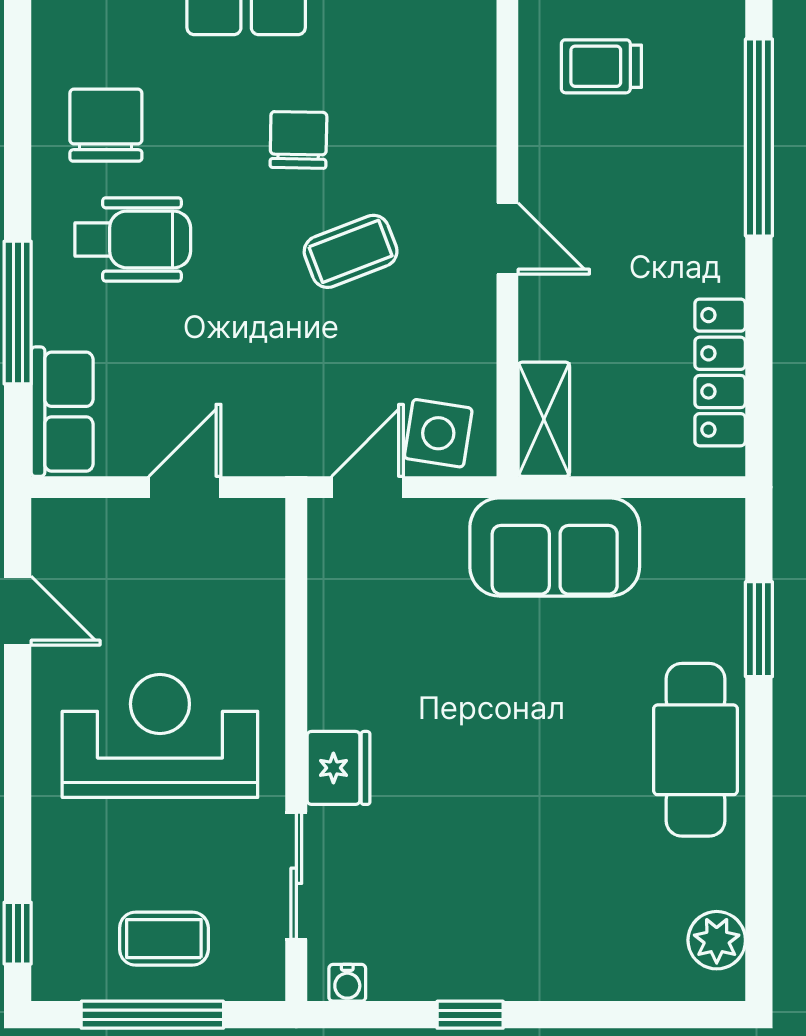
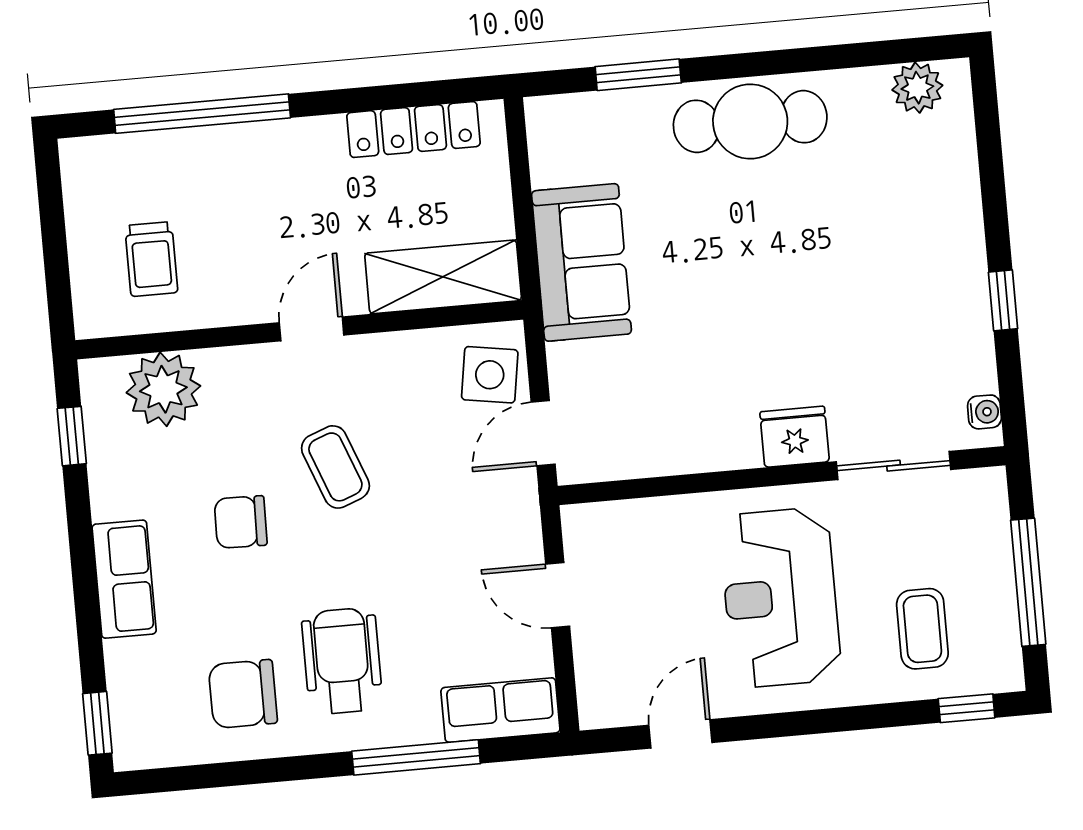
plant: (455, 67) -> (163, 389), added
shelving: (544, 419) -> (443, 277), width x1.50, depth x1.33
door: (368, 487) -> (543, 433), hinge flipped
coffee table: (164, 939) -> (922, 629), moved

